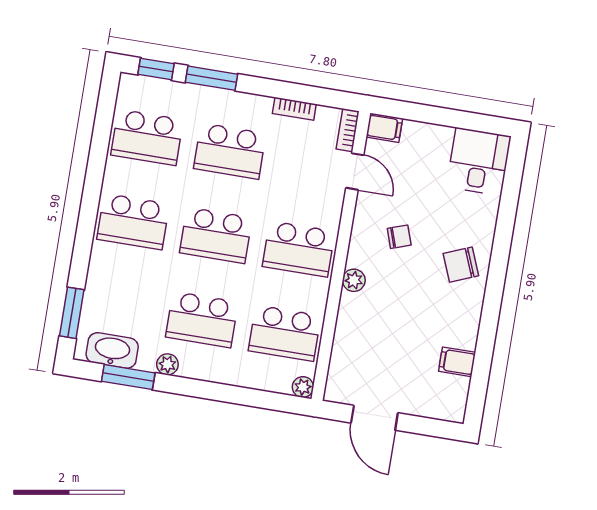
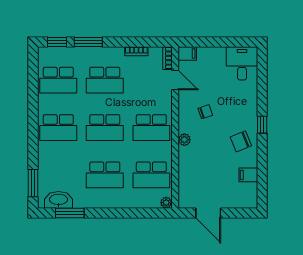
chair: (461, 265) -> (241, 141), moved
window: (497, 276) -> (262, 125), added
plant: (167, 364) -> (90, 203), removed

